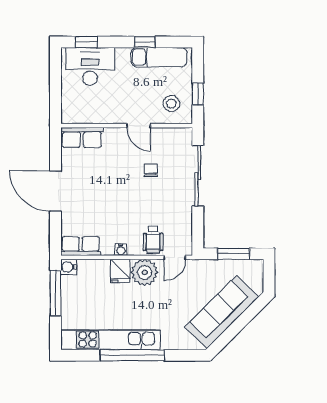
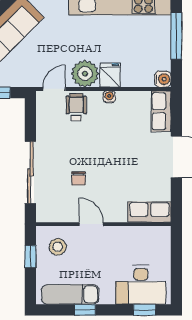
row of seats: (81, 246) -> (161, 111), moved, turned 90
window: (55, 293) -> (176, 36), moved

